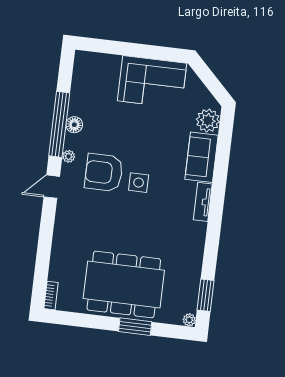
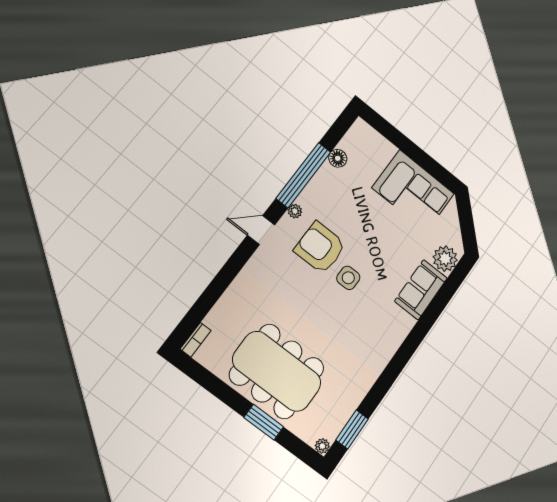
floor lamp: (74, 125) -> (338, 158), moved
tv unit: (203, 202) -> (399, 334), removed

